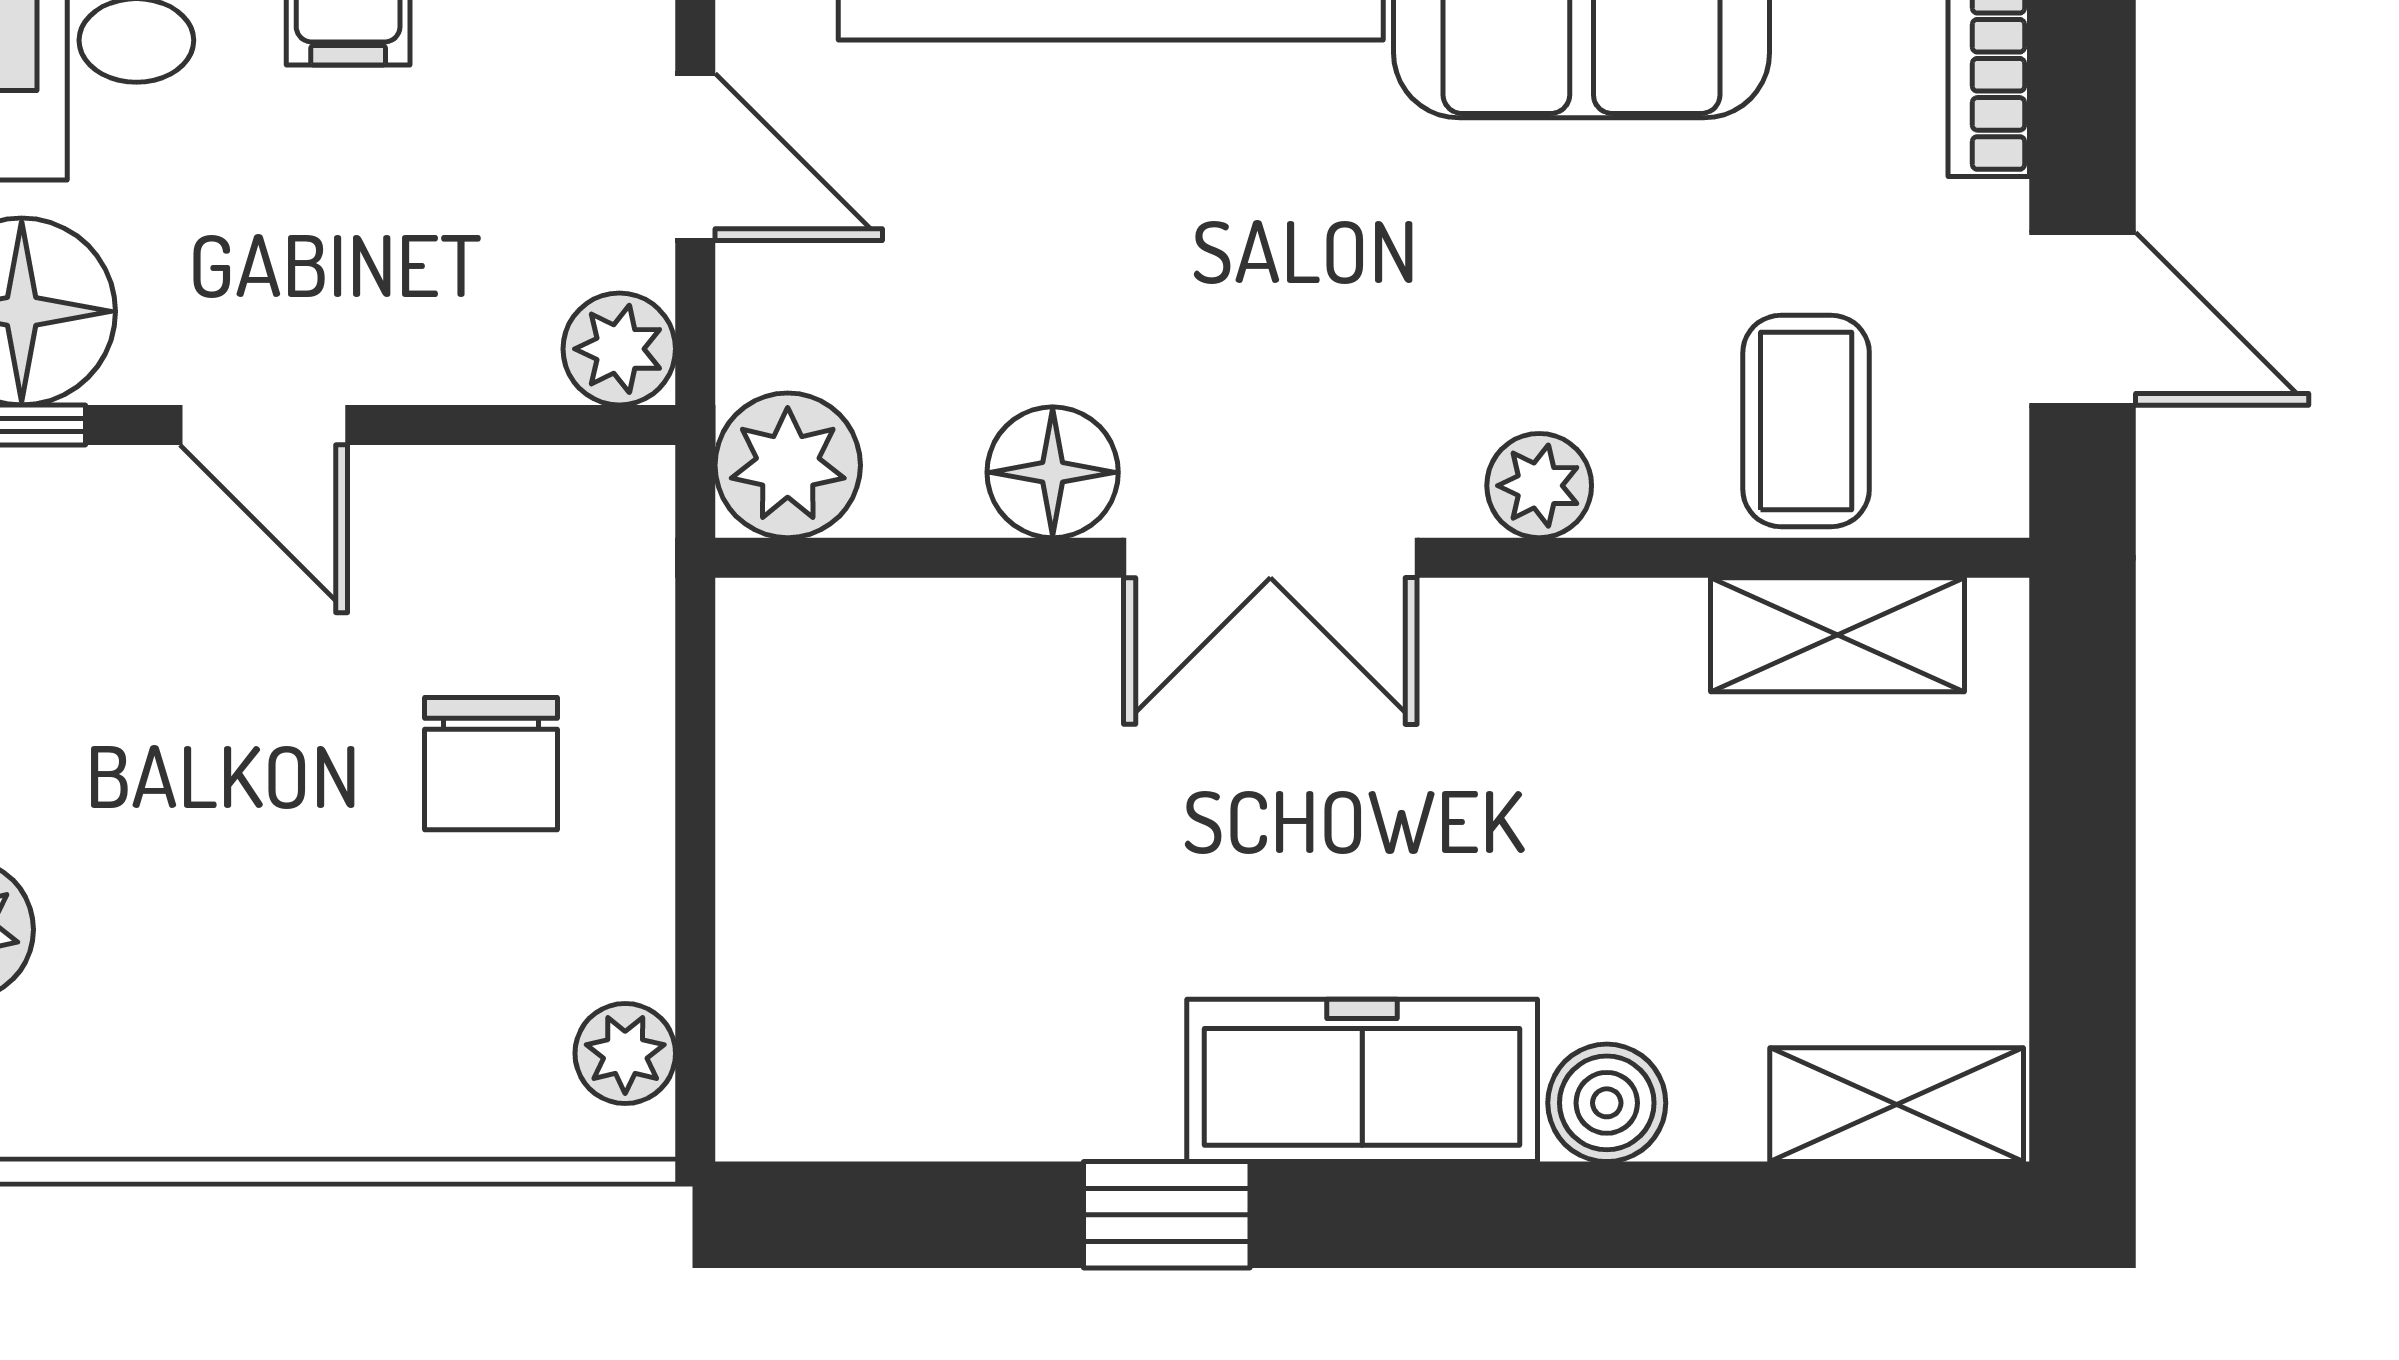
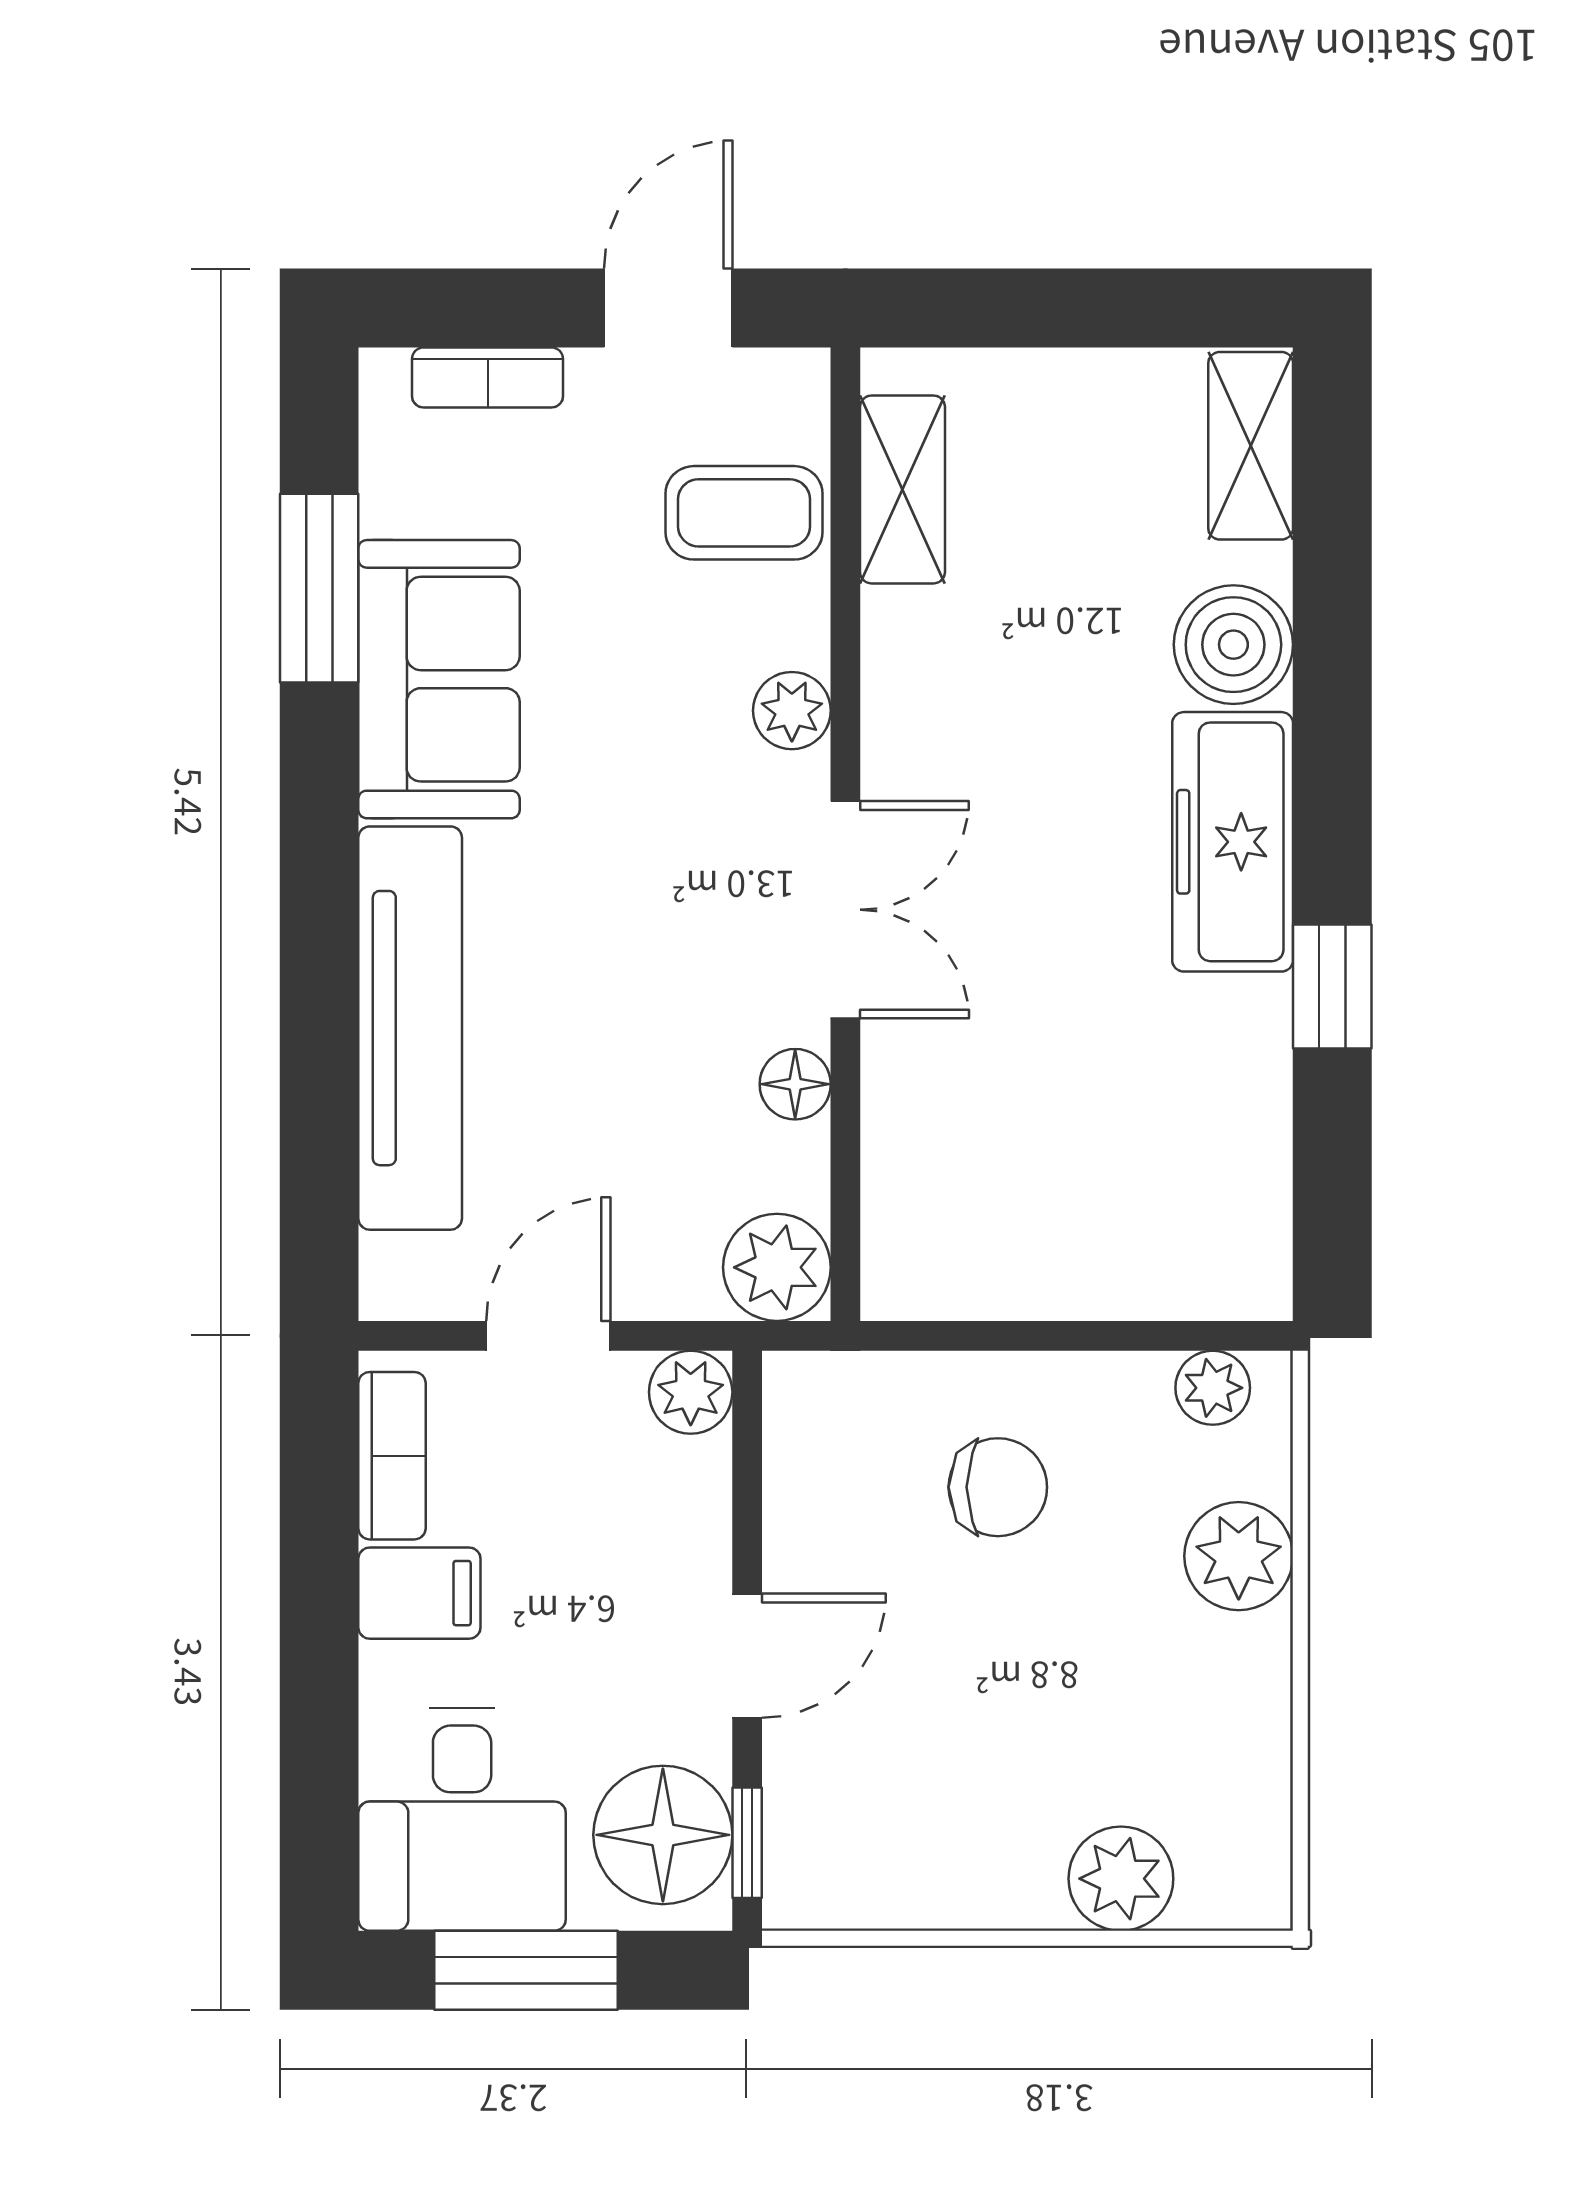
floor lamp: (1053, 472) -> (795, 1084), width x0.73, depth x0.73
plant: (398, 1089) -> (1239, 1556), added
boiler: (1607, 1103) -> (1233, 645), width x1.36, depth x1.36

